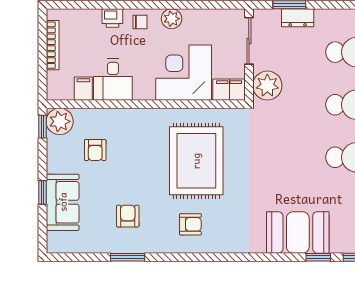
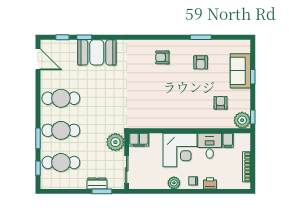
corner desk: (184, 73) -> (180, 150), moved
rug: (196, 161) -> (159, 96), removed

